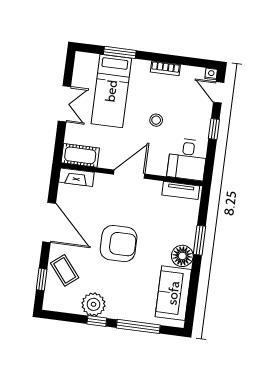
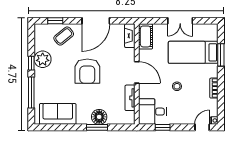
window: (214, 129) -> (163, 127), moved
tv unit: (181, 190) -> (130, 98), moved
floor lamp: (182, 256) -> (99, 117), moved

